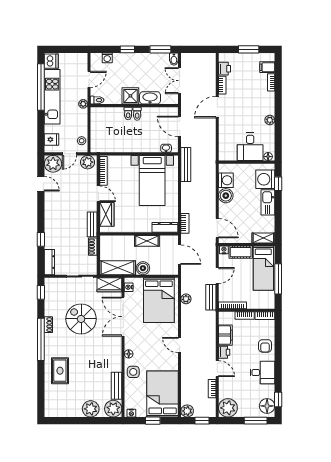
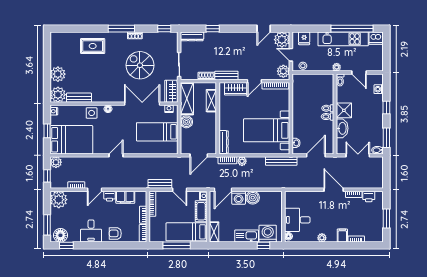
filing cabinet: (267, 67) -> (342, 236), moved
washing machine: (226, 180) -> (239, 198), moved
shelving: (147, 241) -> (211, 101), moved
plant: (186, 299) -> (242, 161), moved
bed: (159, 300) -> (157, 132), width x0.67
spiral stairs: (81, 319) -> (140, 65), turned -90
window: (41, 339) -> (121, 29), width x0.68

